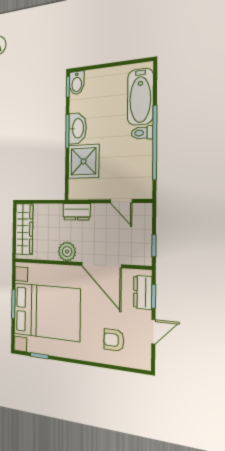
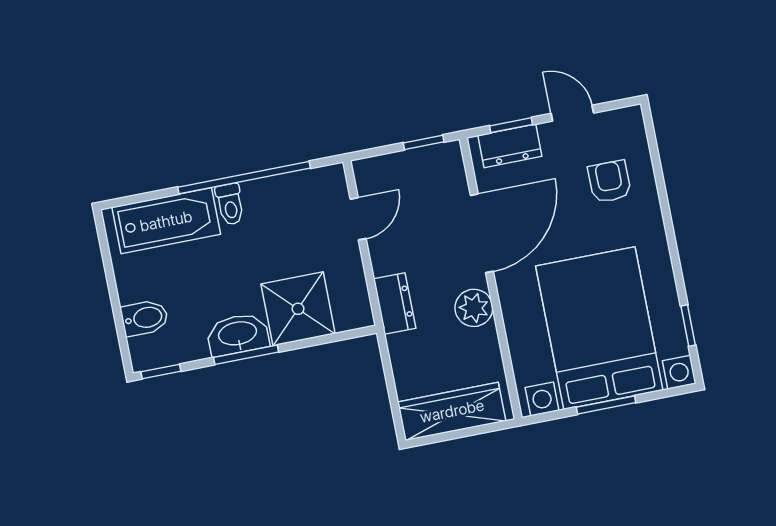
bidet: (77, 83) -> (145, 318), moved
armchair: (114, 340) -> (609, 182), turned 180

